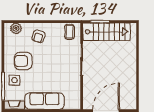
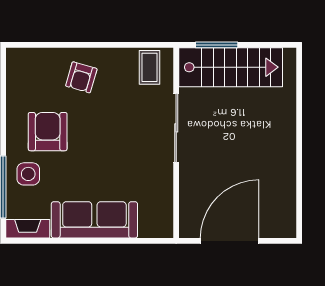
plant: (16, 28) -> (32, 60), removed
armchair: (23, 61) -> (48, 132), turned 90

